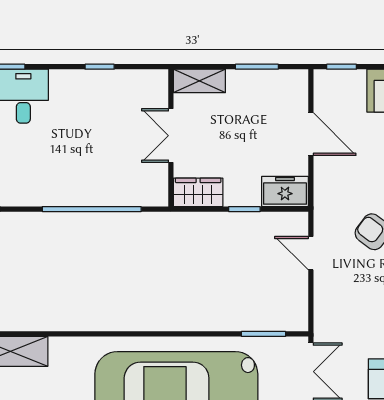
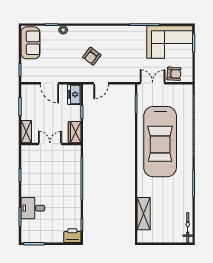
door: (311, 134) -> (49, 83), swing flipped
double door: (171, 136) -> (50, 144), swing flipped

